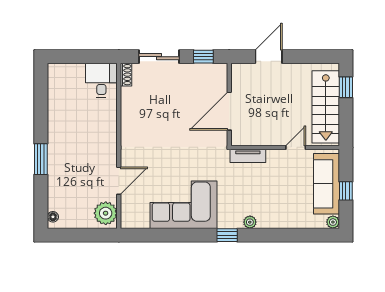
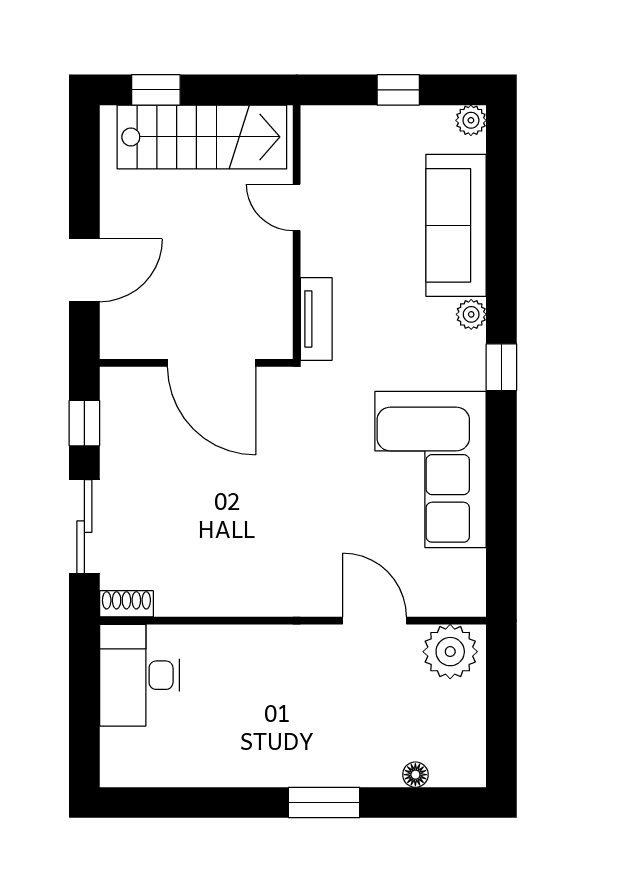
door: (269, 57) -> (84, 270), swing flipped
desk: (101, 80) -> (139, 675), width x1.37
sofa: (327, 184) -> (456, 225), moved, turned 90
floor lamp: (53, 217) -> (415, 775), moved

